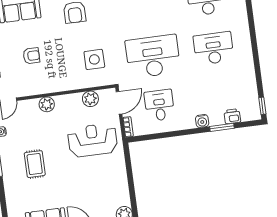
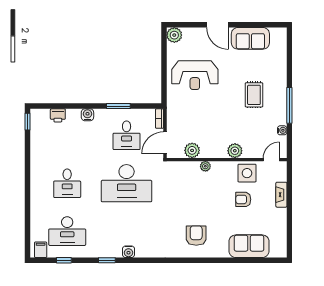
desk: (214, 48) -> (67, 183), width x0.73
side table: (94, 59) -> (247, 173), moved
plant: (75, 84) -> (205, 166), added
window: (222, 127) -> (118, 106), moved
reception desk: (93, 140) -> (195, 75), moved

